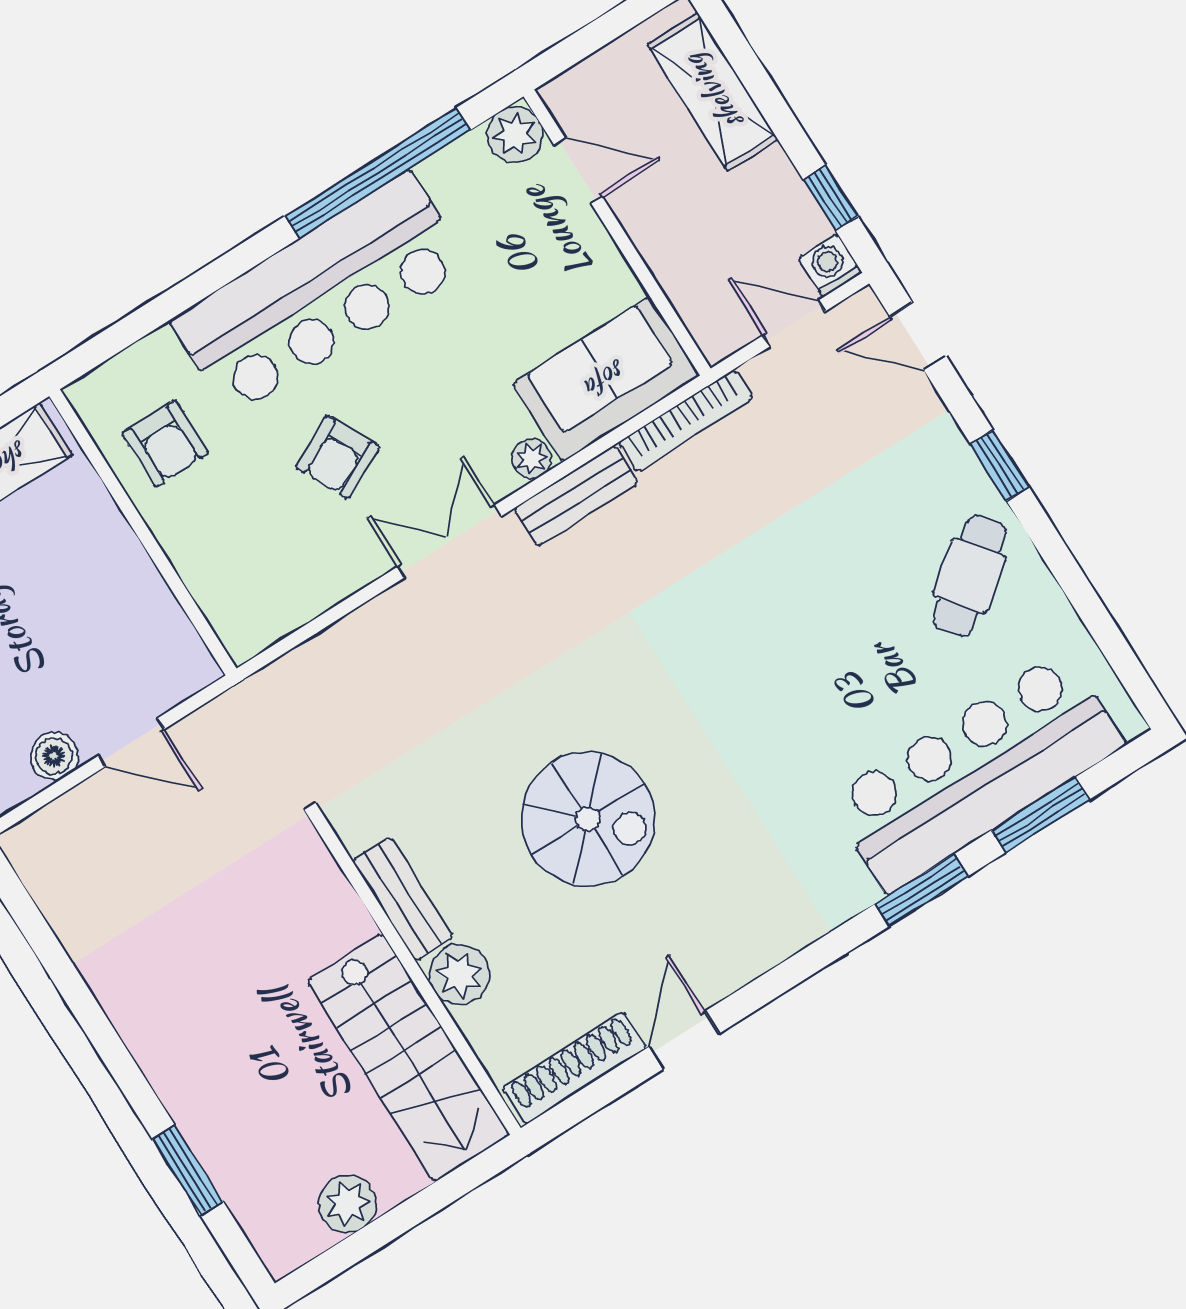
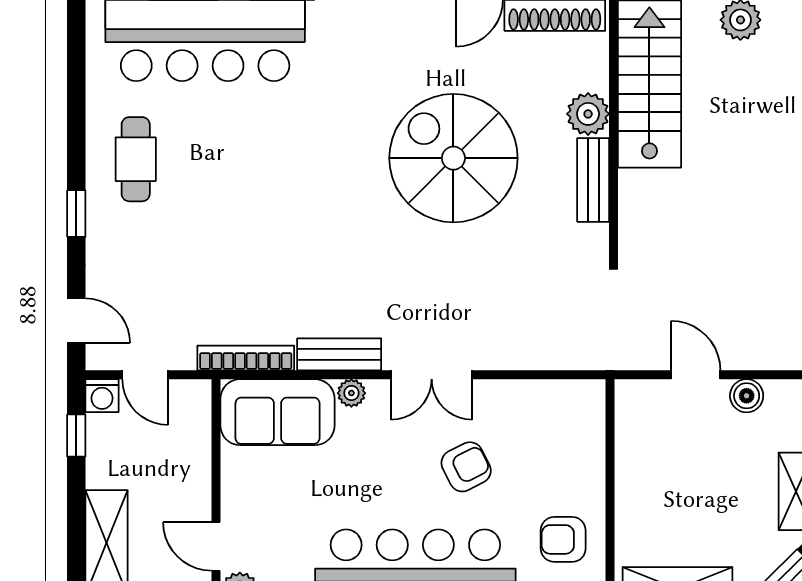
armchair: (165, 443) -> (563, 539), turned -90
cafe table: (969, 576) -> (136, 159), turned -52
spiral stairs: (588, 819) -> (453, 158), width x1.37, depth x1.37

